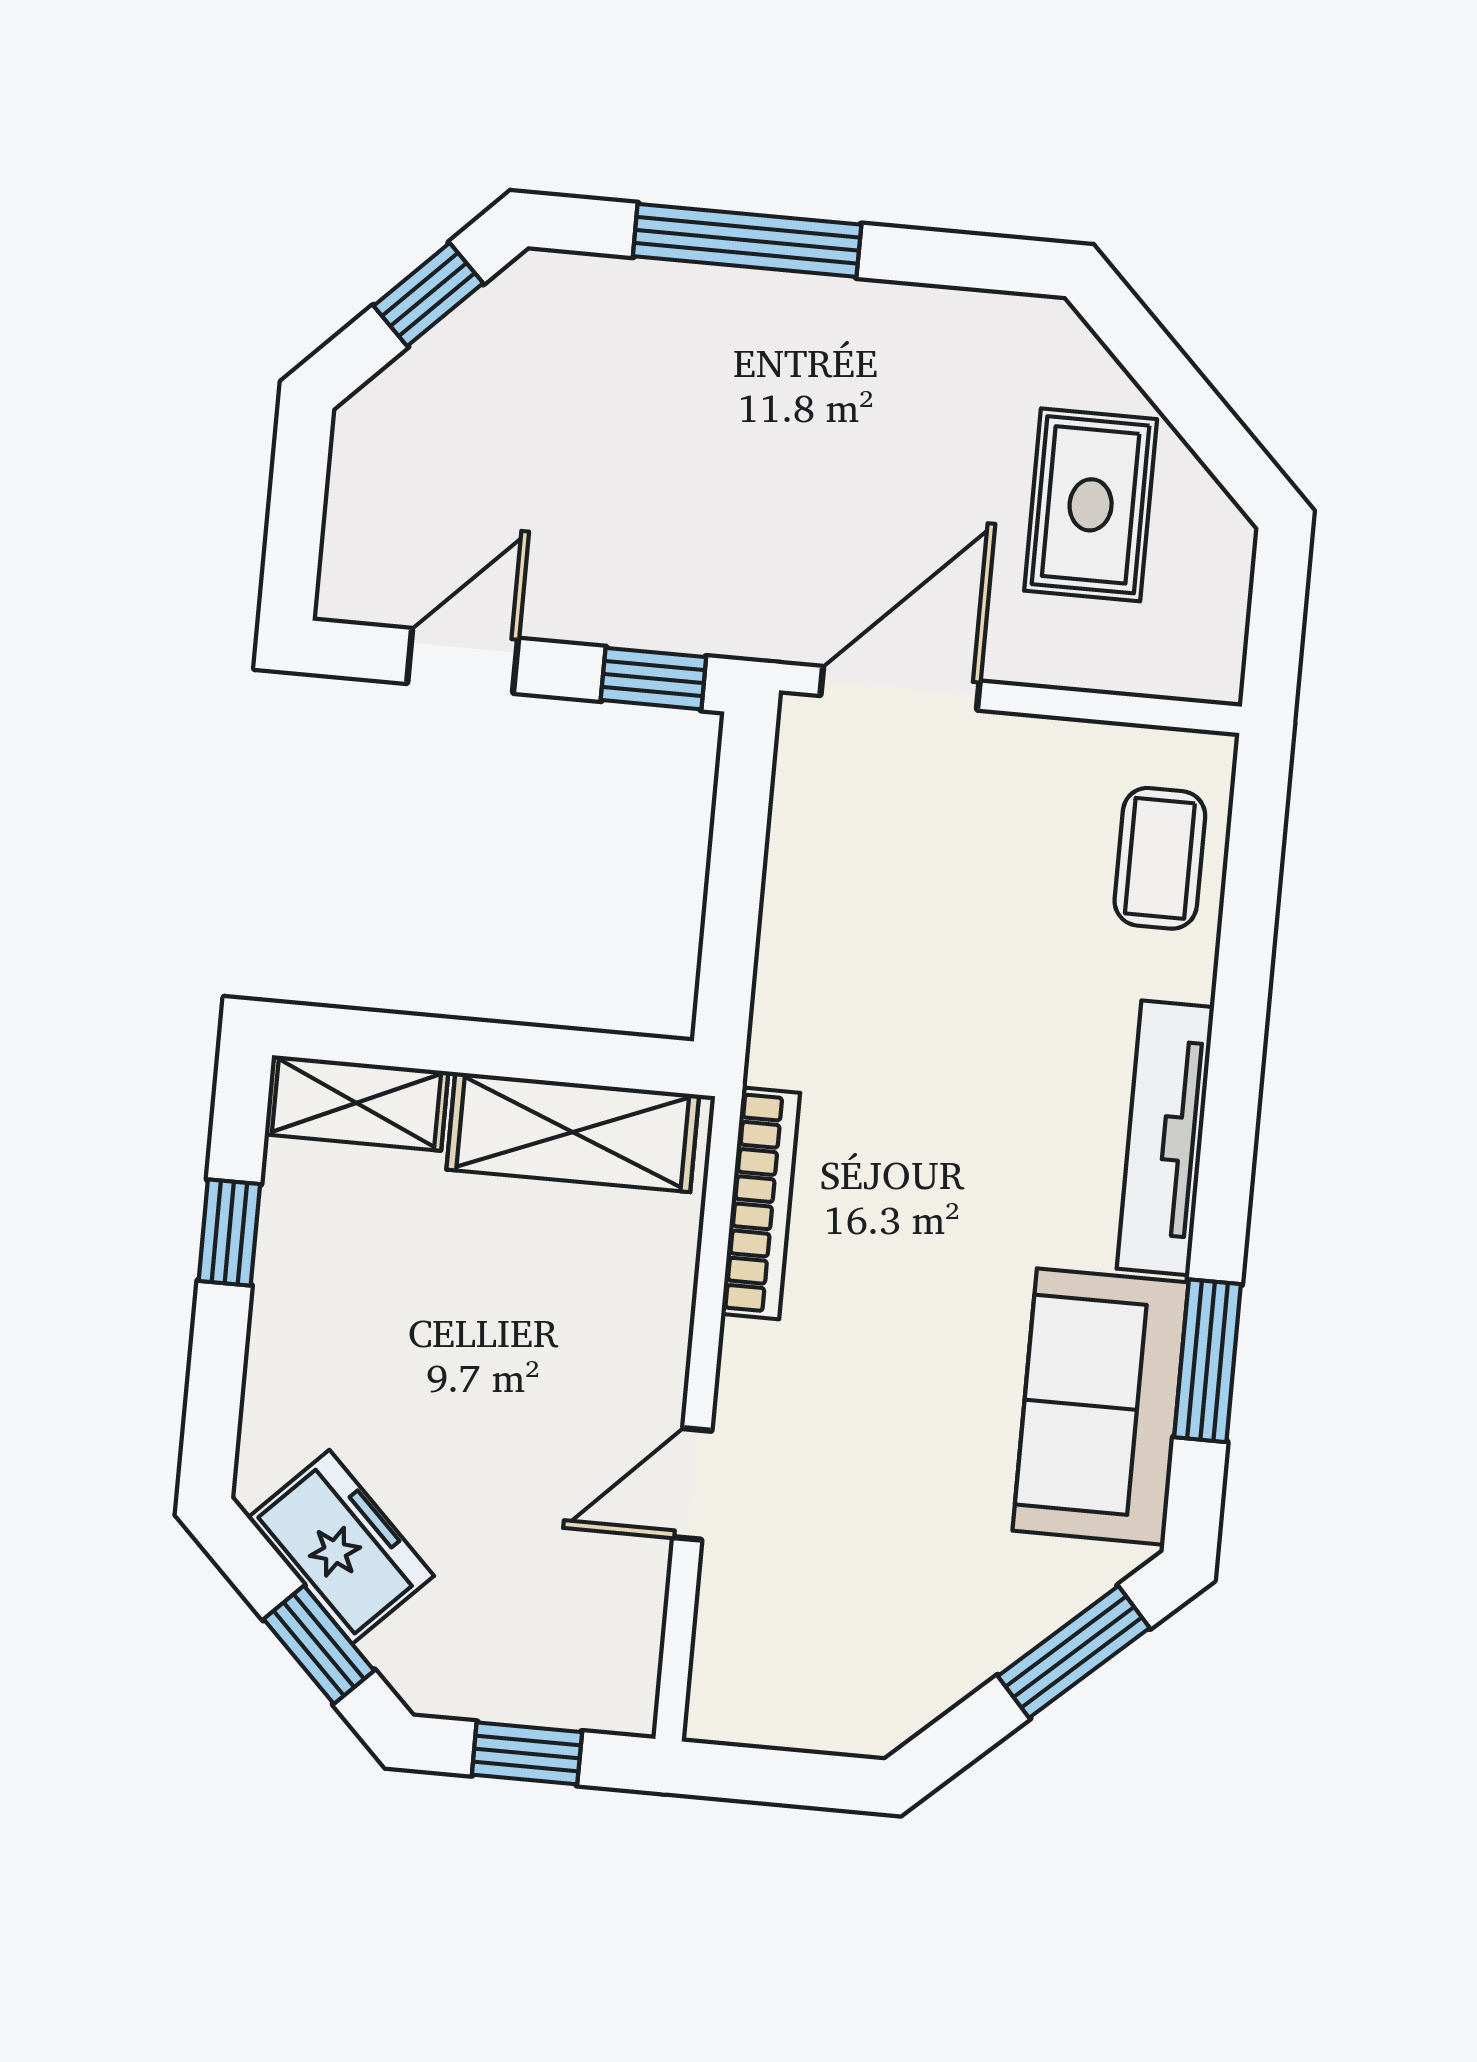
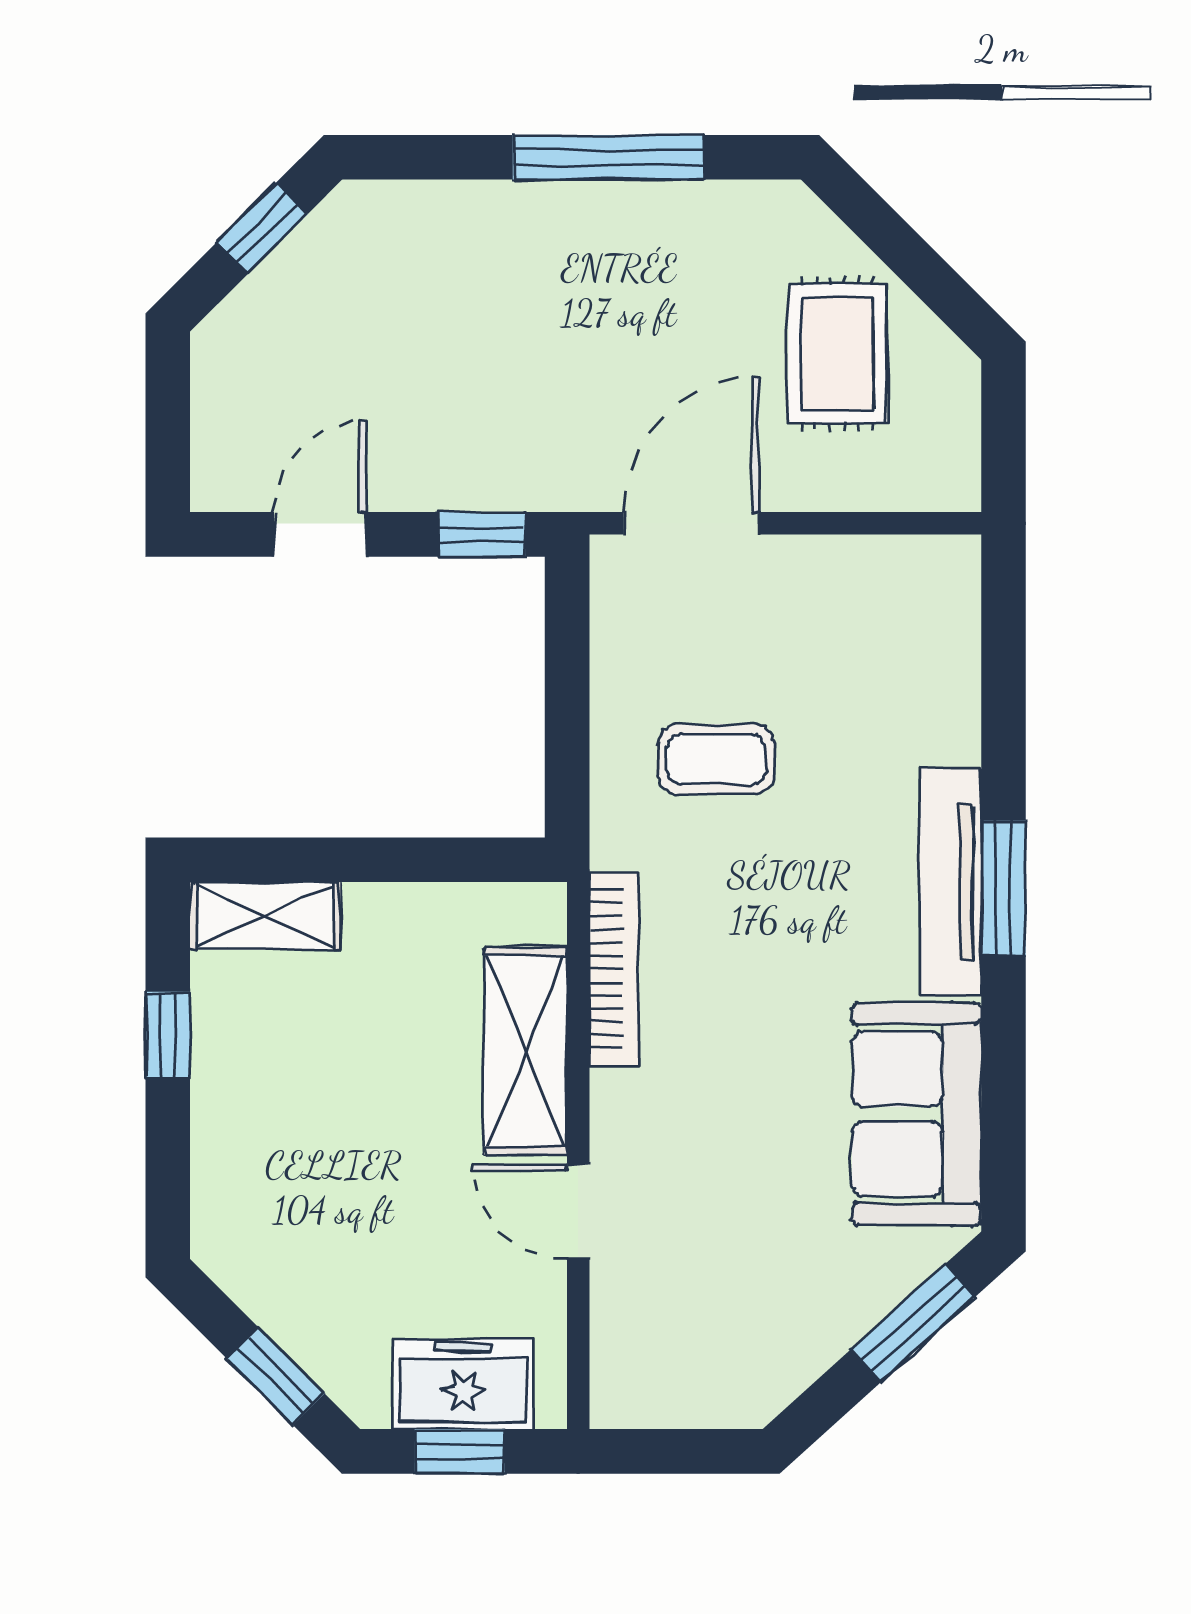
window: (747, 240) -> (608, 157), moved
coffee table: (1160, 858) -> (716, 759), moved, turned 90
shelving: (573, 1132) -> (526, 1051), moved, turned 90
window: (1208, 1361) -> (1003, 888), moved
door: (692, 1484) -> (578, 1211), hinge flipped
freezer: (341, 1547) -> (463, 1384), moved, turned -45

